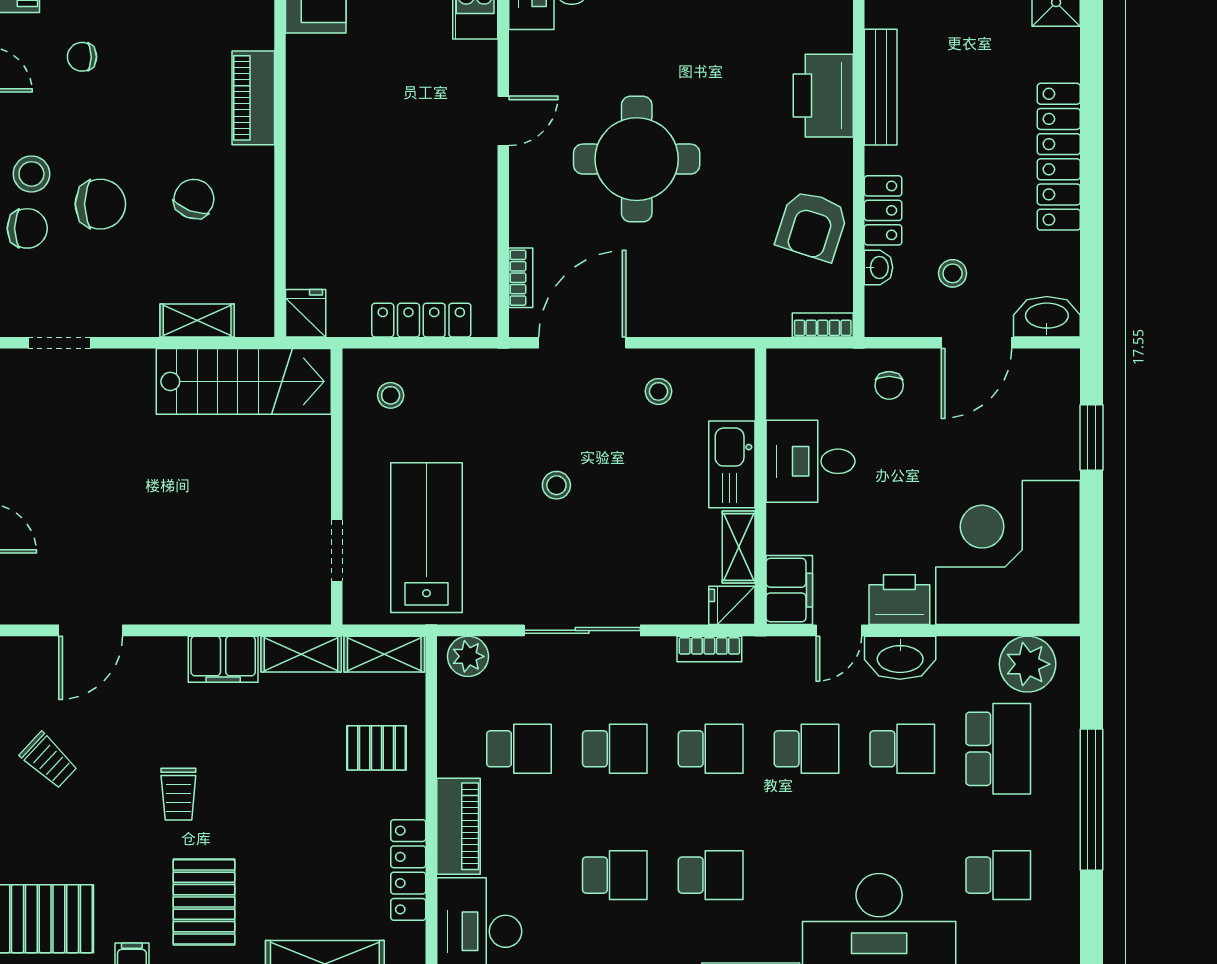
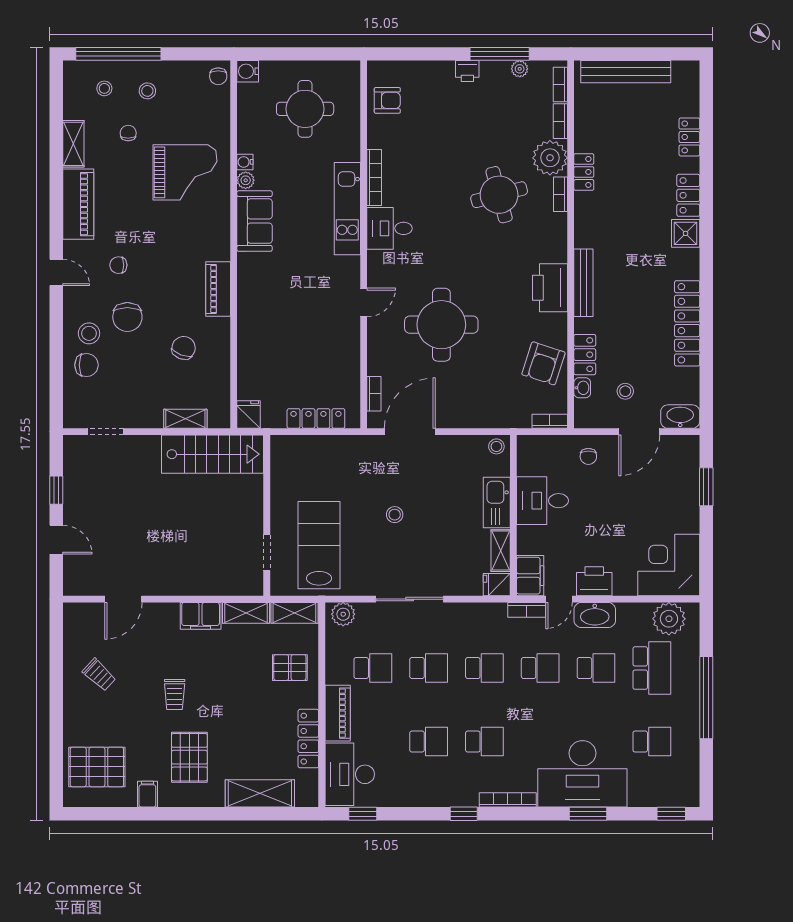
chair: (100, 204) -> (127, 317), moved, turned 90
stool: (658, 391) -> (496, 446), moved
stool: (391, 395) -> (298, 462), removed
corner desk: (1008, 553) -> (669, 565), width x0.74, depth x0.74
bookcase: (709, 649) -> (527, 610), moved

